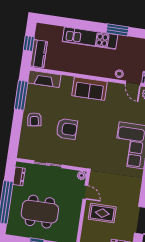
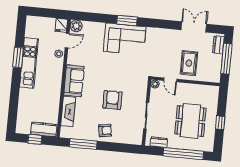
kitchen unit: (90, 38) -> (29, 63), moved
fireplace: (44, 79) -> (68, 111), moved
door: (85, 192) -> (170, 80), swing flipped

